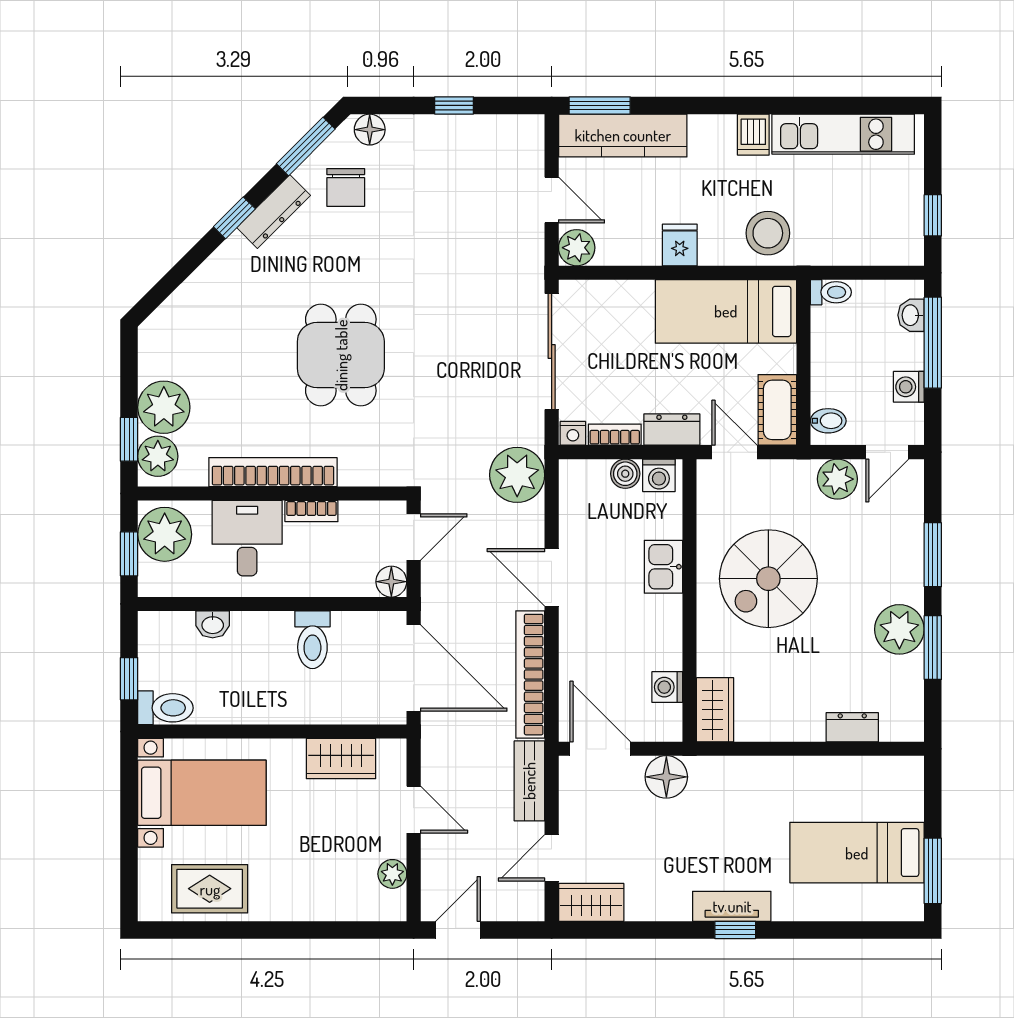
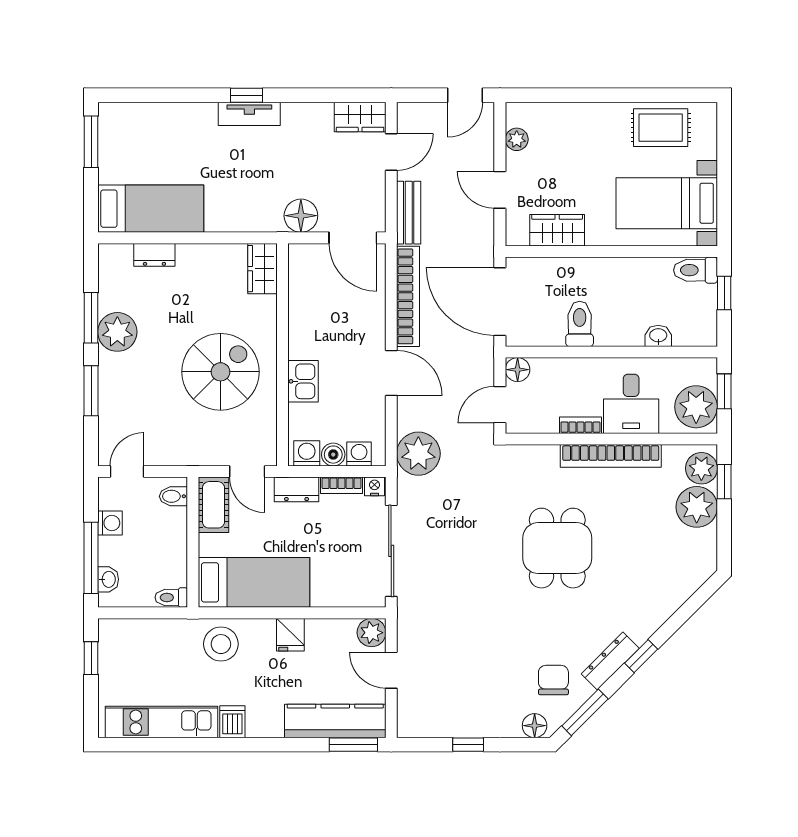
plant: (837, 479) -> (166, 450), removed
washing machine: (667, 687) -> (359, 454), moved, turned -90
bed: (857, 853) -> (151, 209), moved

